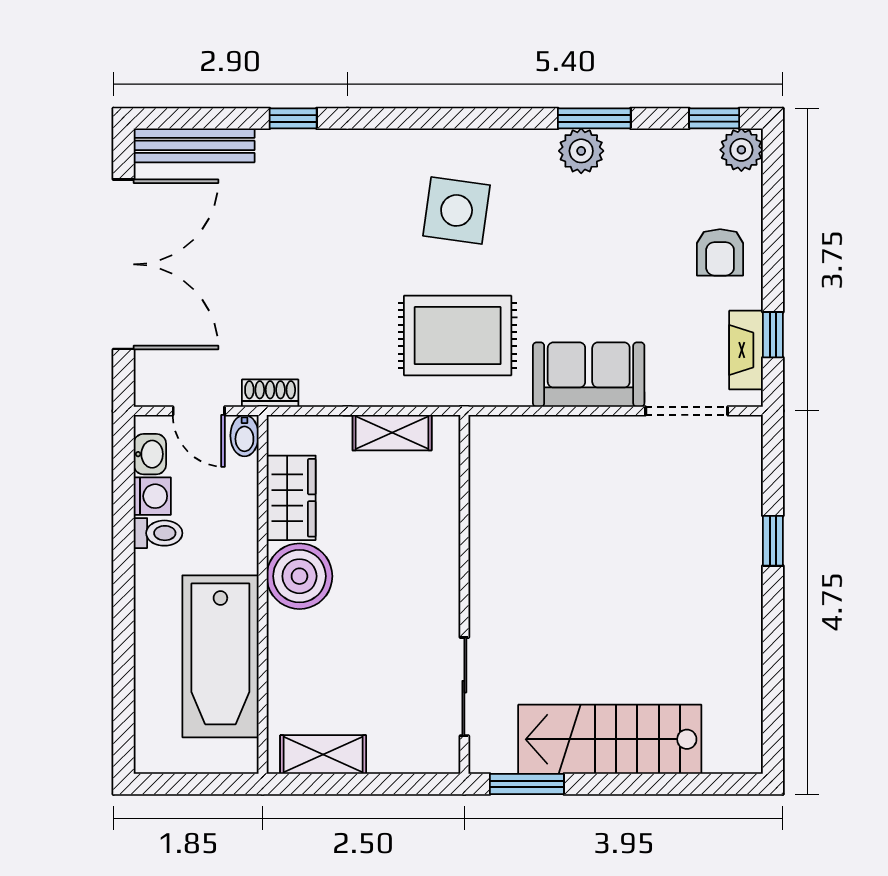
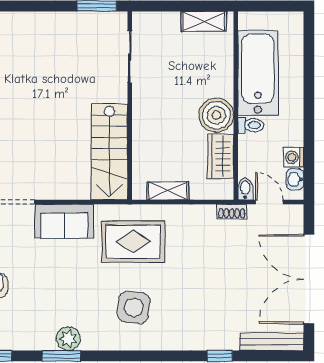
toilet: (158, 533) -> (251, 125), moved, turned 180
stairs: (610, 739) -> (109, 152), moved, turned 90

